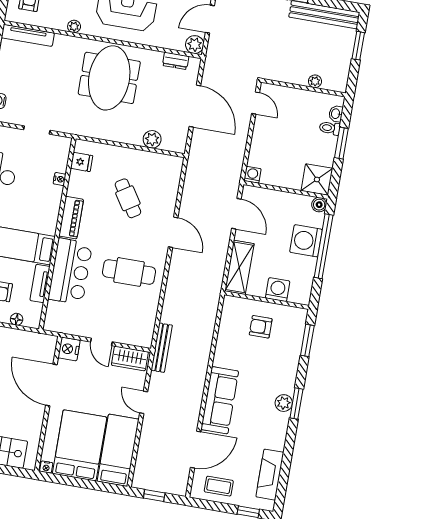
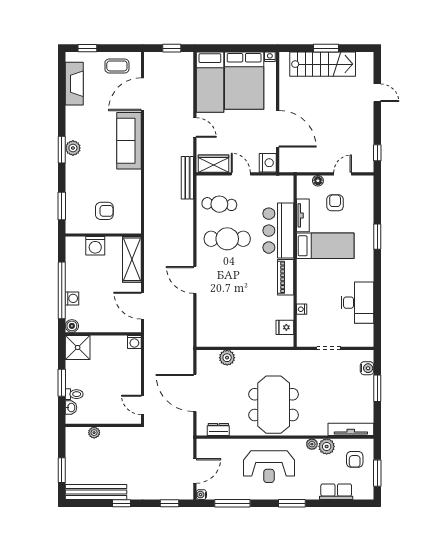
plant: (195, 45) -> (327, 446), moved
cafe table: (128, 198) -> (219, 204), moved, turned -53
washing machine: (306, 241) -> (72, 298), width x0.53, depth x0.53

